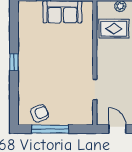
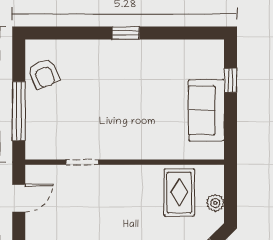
window: (50, 129) -> (19, 111), moved

